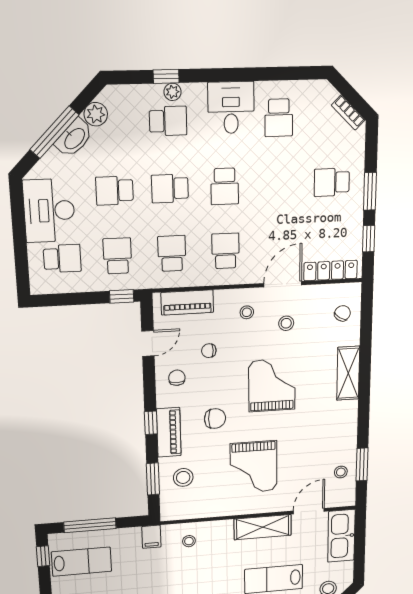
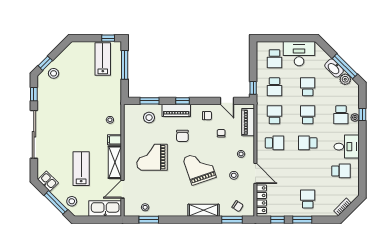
school desk: (279, 118) -> (341, 171), turned 180
window: (54, 132) -> (345, 66), moved
school desk: (172, 253) -> (274, 115), turned -90
school desk: (117, 256) -> (274, 87), turned 90
window: (366, 322) -> (232, 220), added
grand piano: (272, 385) -> (199, 168), turned -109
door: (309, 511) -> (122, 189), swing flipped
filing cabinet: (151, 537) -> (115, 140), moved
lab bench: (82, 562) -> (103, 59), turned 180

